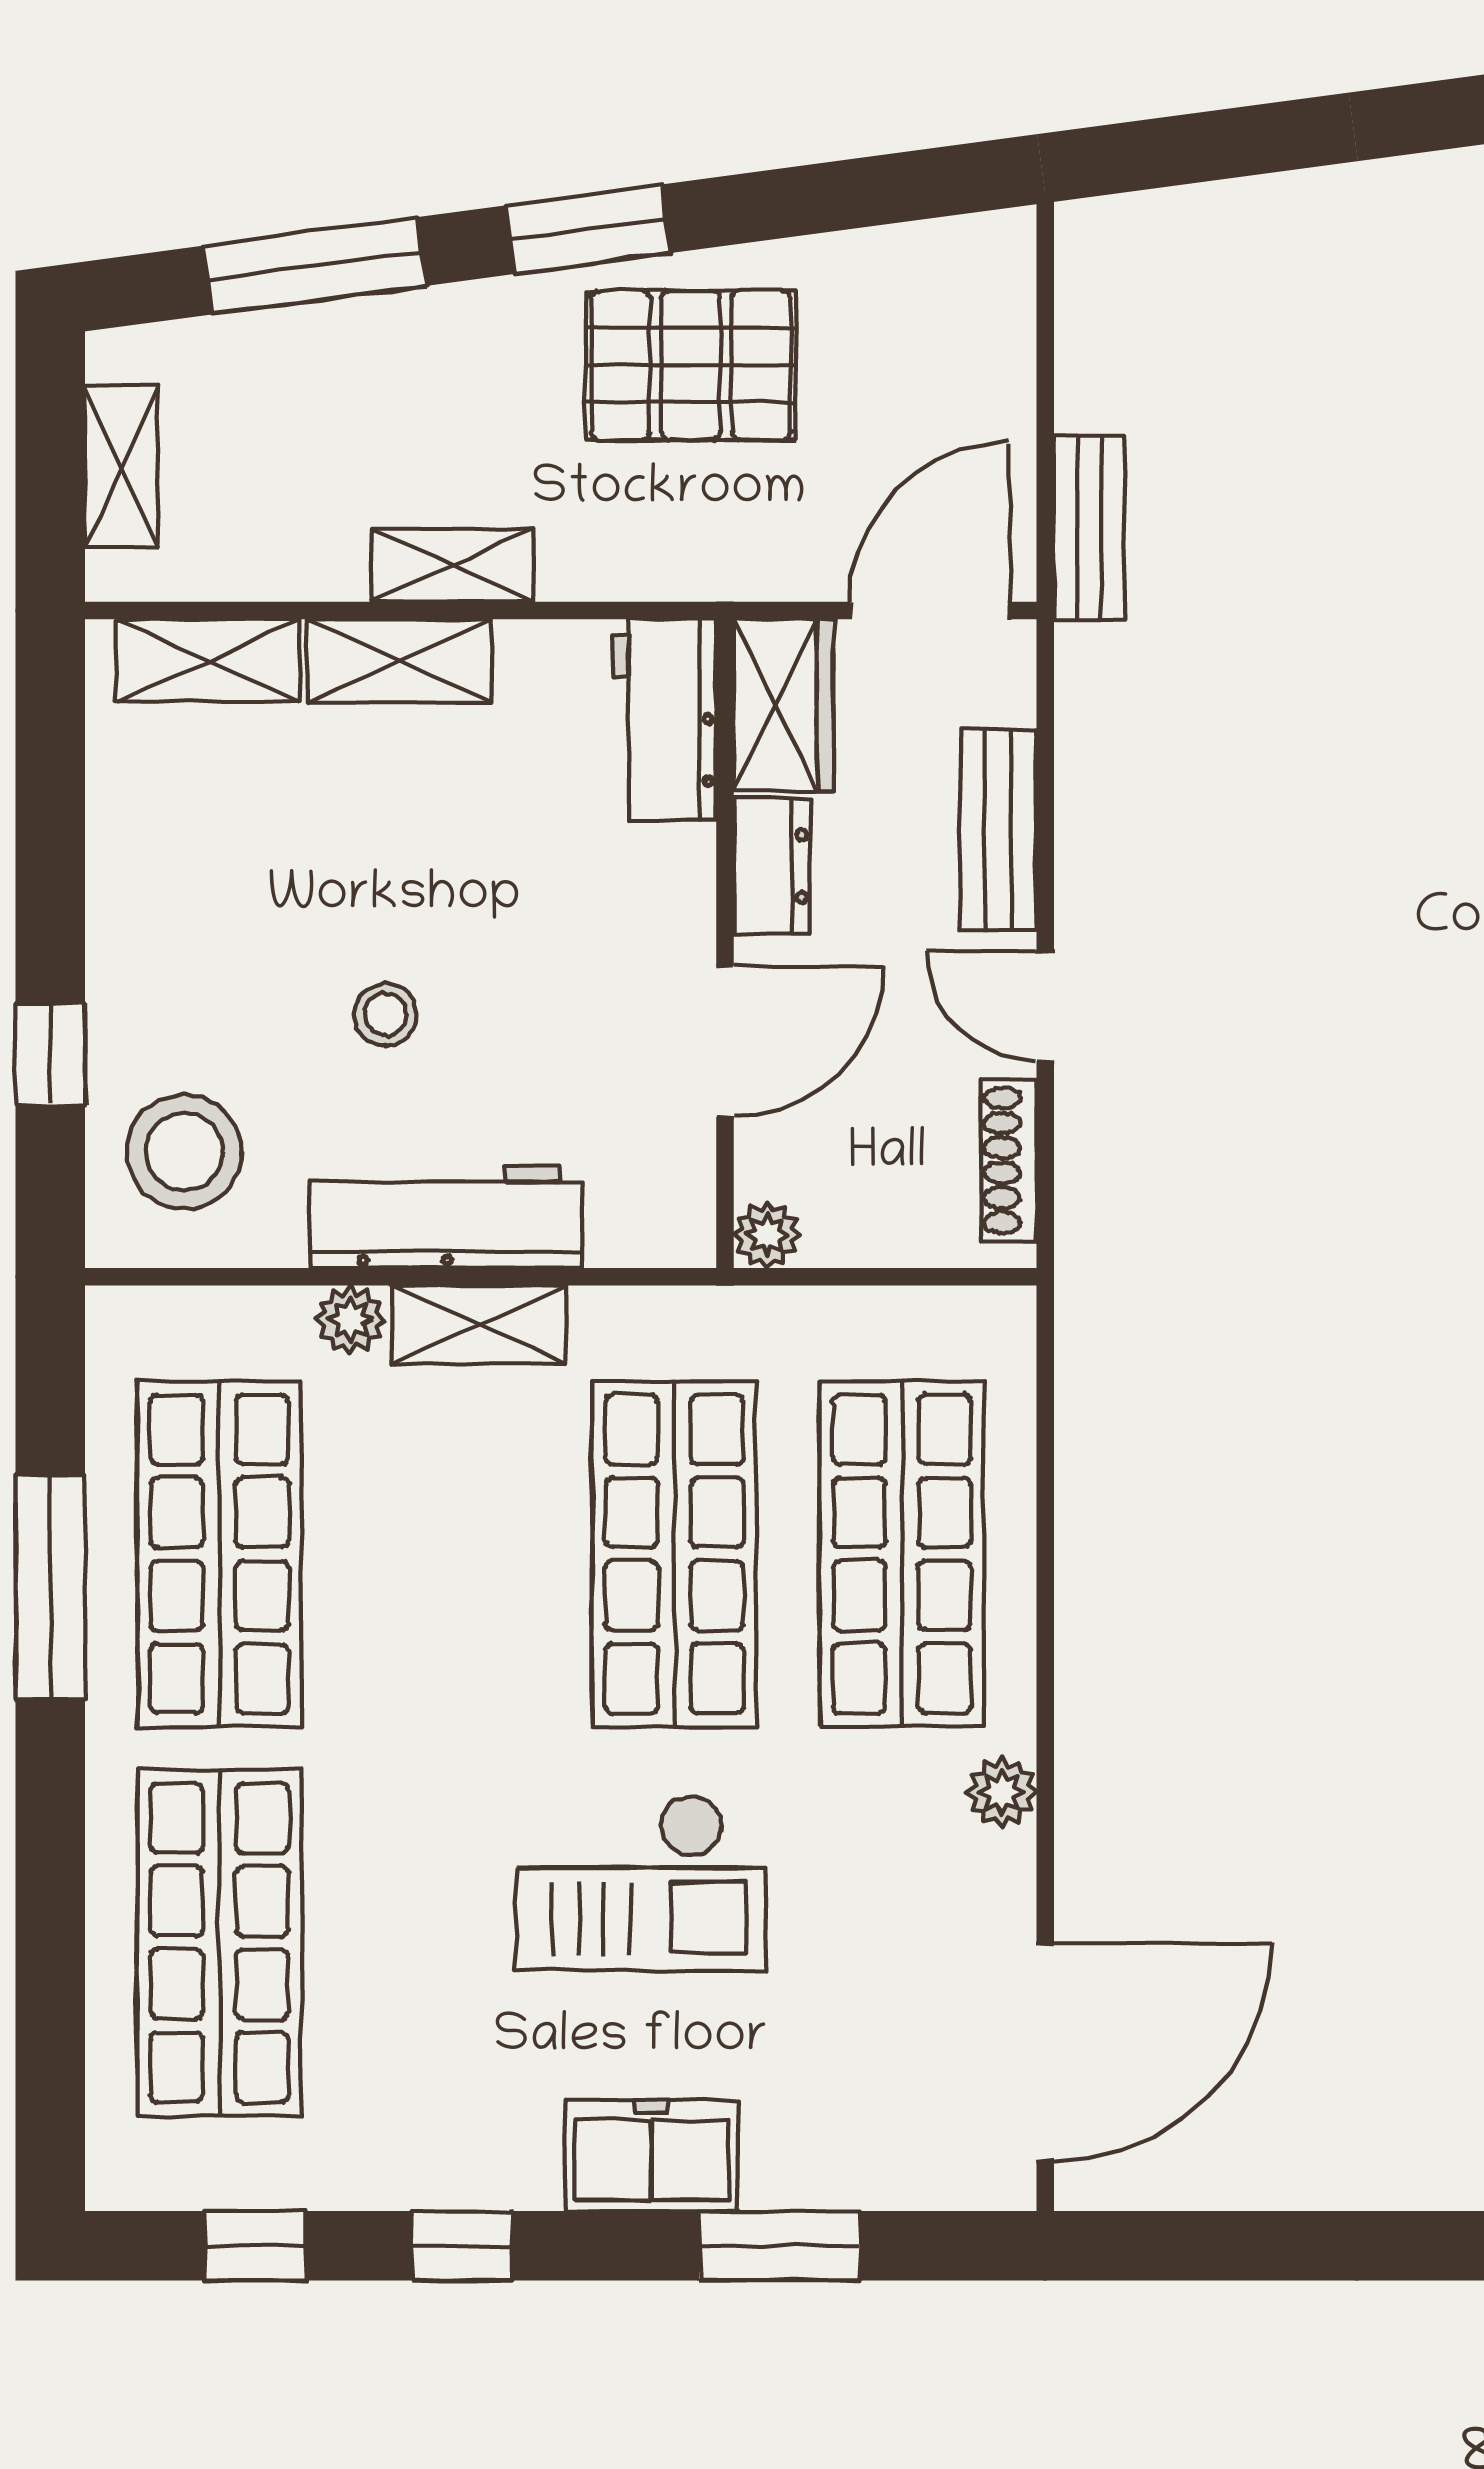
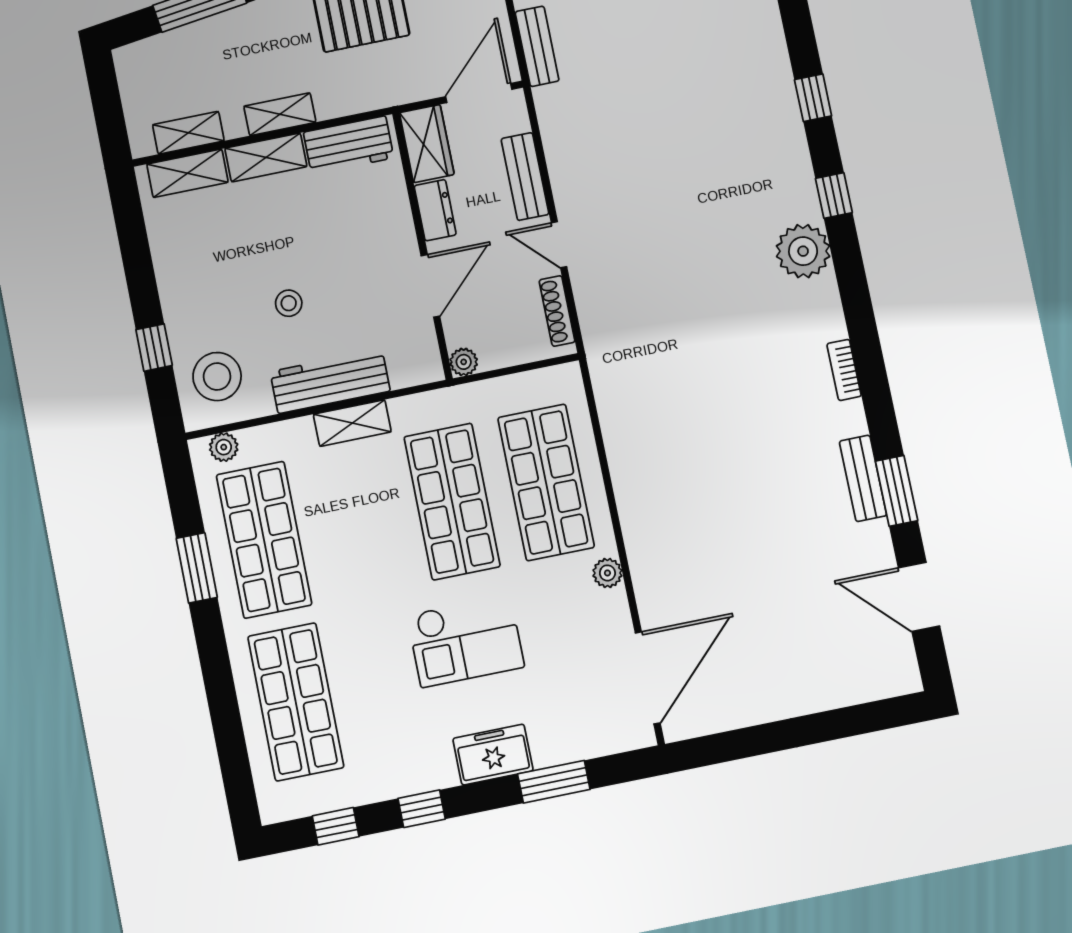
shelving: (121, 466) -> (188, 133), moved, turned 90
workbench: (664, 720) -> (349, 145), moved, turned -90
plant: (350, 1320) -> (224, 447), moved
window: (50, 1587) -> (197, 568), width x0.69

